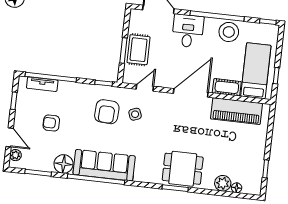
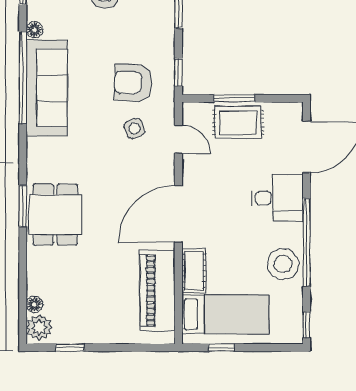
door: (191, 93) -> (178, 214), swing flipped
floor lamp: (64, 164) -> (34, 30), width x0.53, depth x0.53
plant: (223, 183) -> (39, 327), moved

